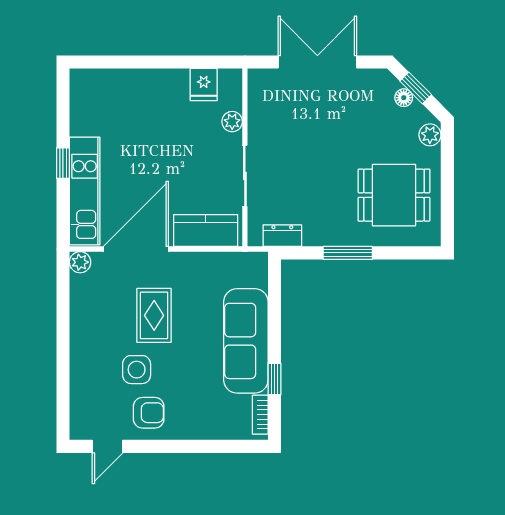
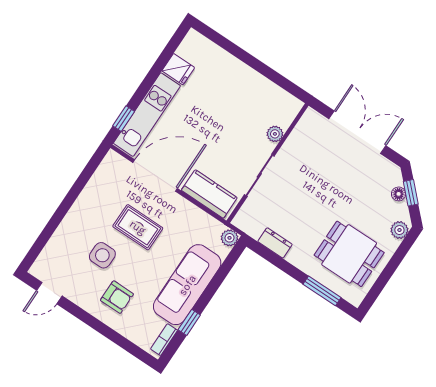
fridge: (204, 85) -> (178, 69), moved, turned -90
window: (63, 163) -> (124, 119), moved
dresser: (282, 236) -> (275, 243), moved
window: (348, 253) -> (322, 291), moved
plant: (80, 262) -> (229, 238), moved
rug: (154, 315) -> (138, 227), turned 90
armchair: (149, 413) -> (117, 297), moved

